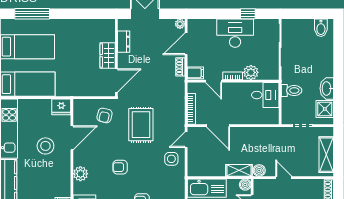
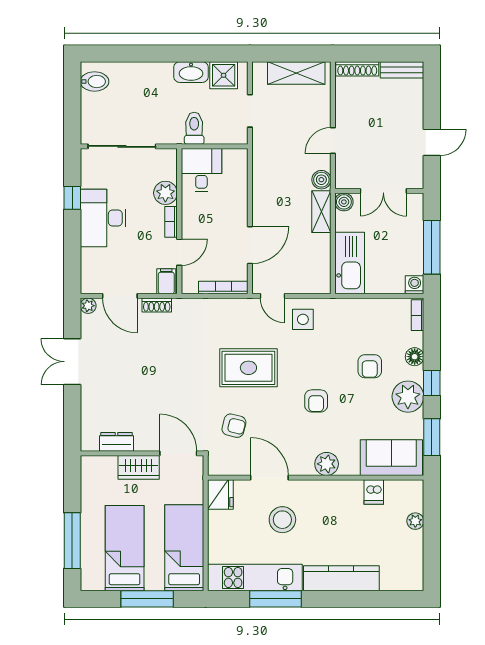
dresser: (124, 42) -> (116, 442), moved
wardrobe: (108, 56) -> (139, 467), moved
wall: (116, 58) -> (142, 453), moved
door: (116, 81) -> (178, 453), moved

